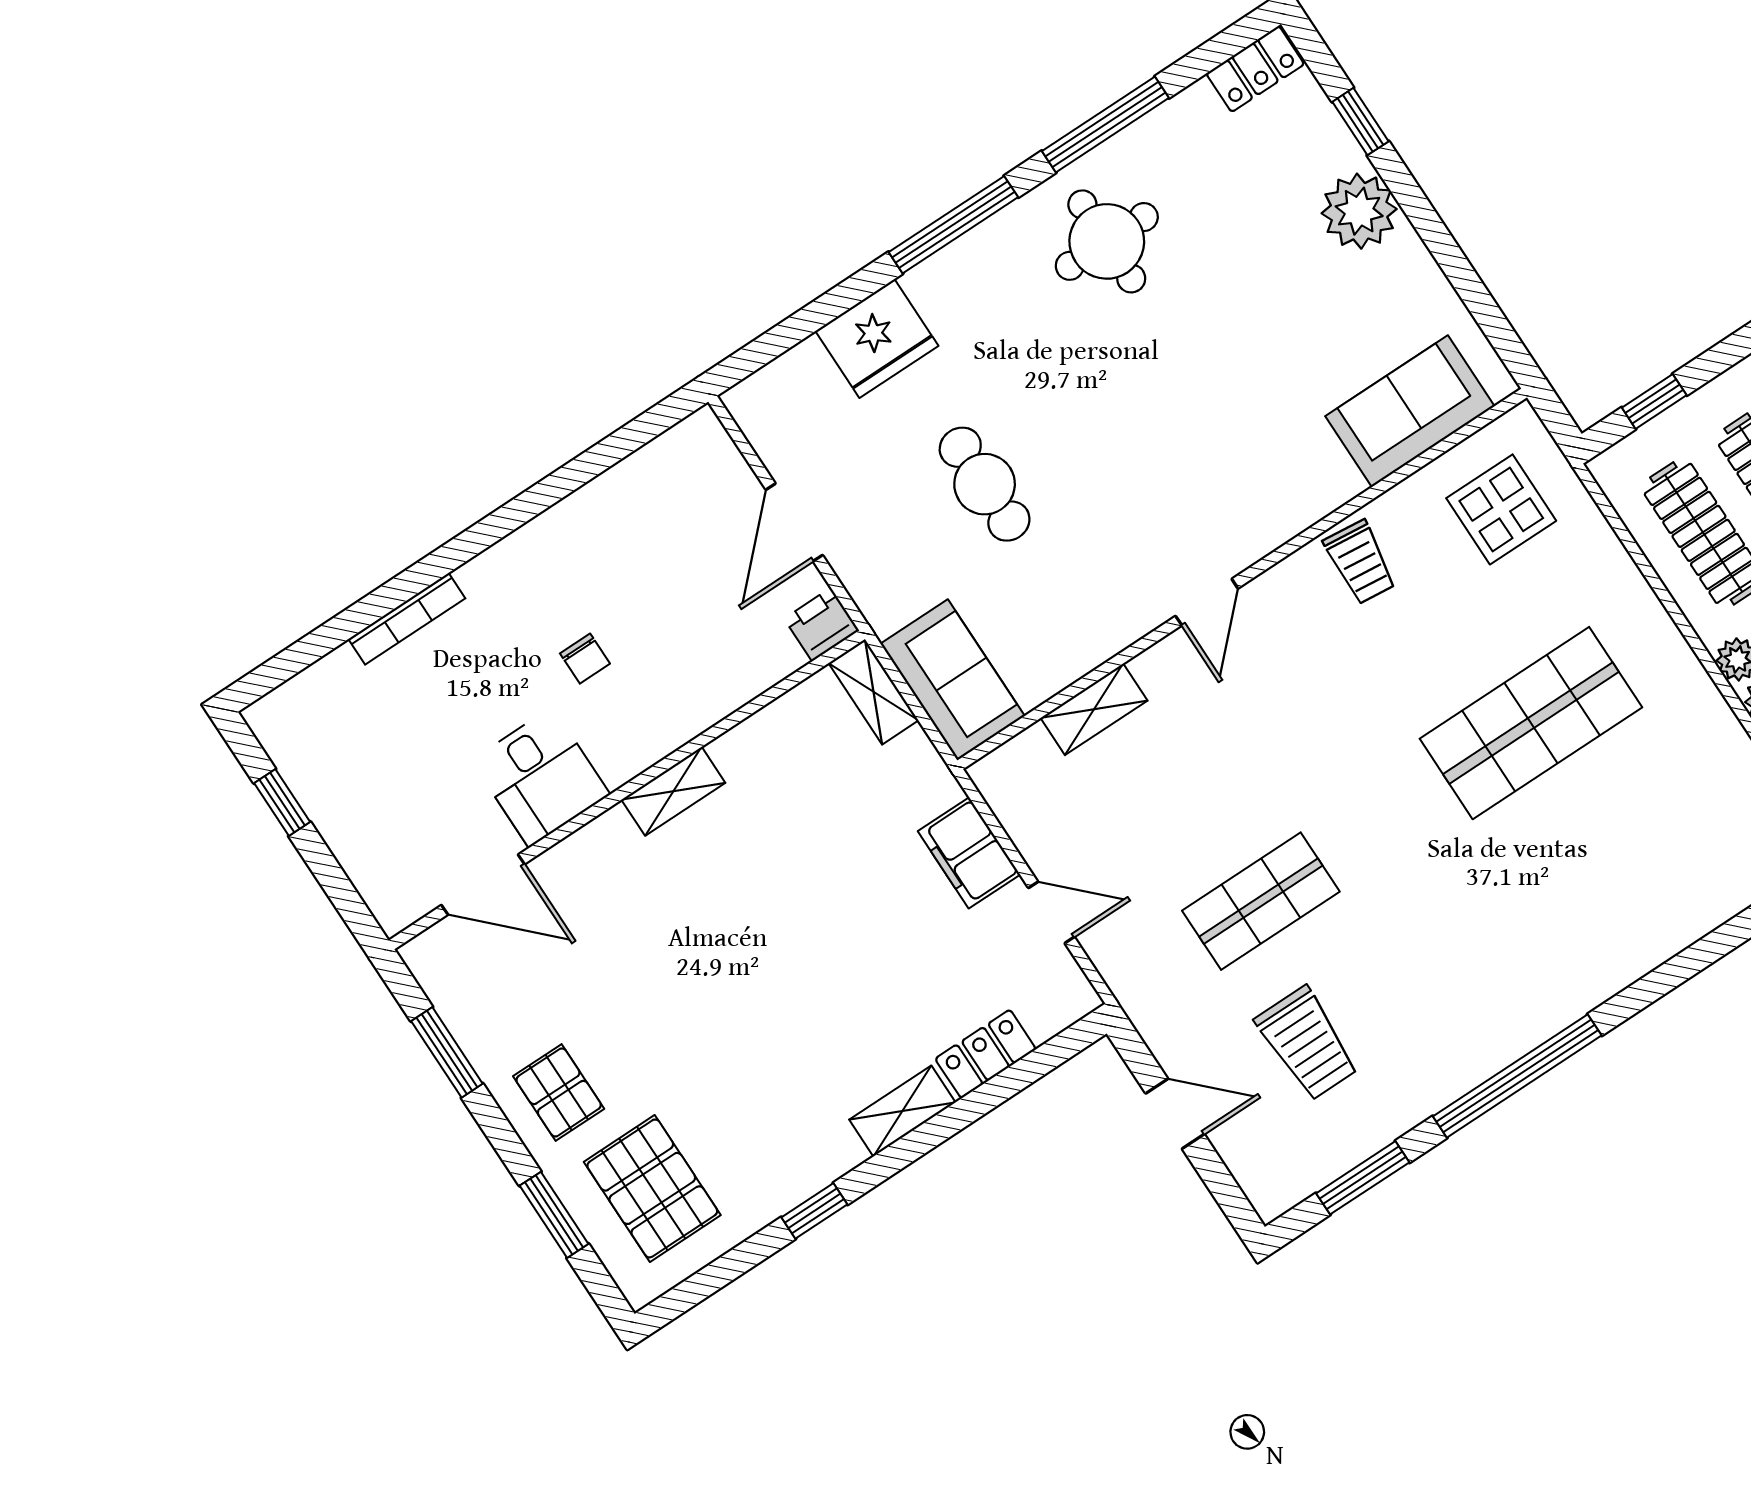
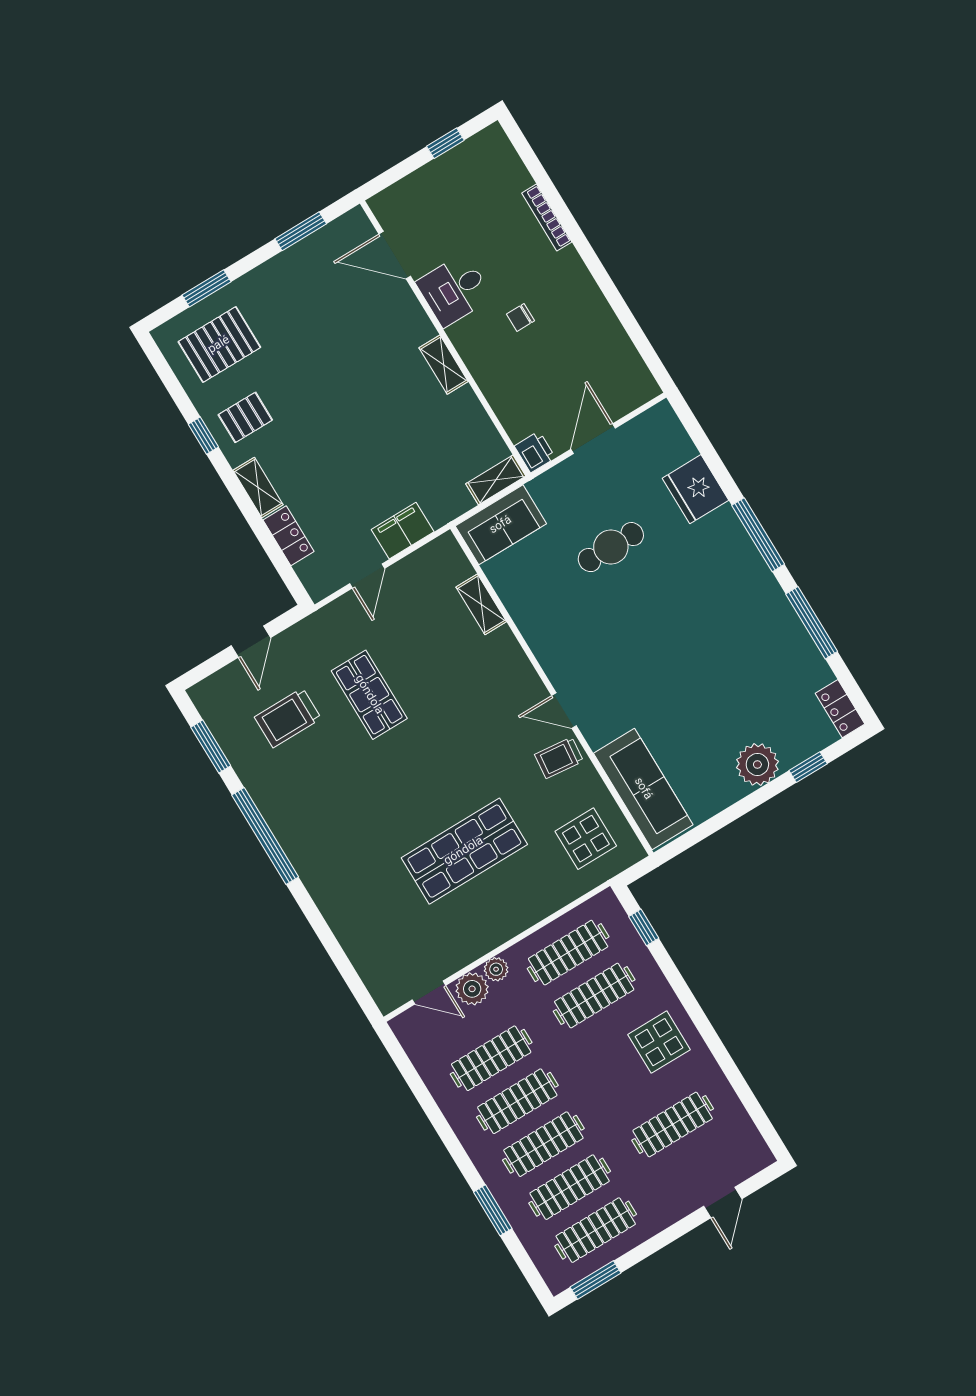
round table: (1107, 241) -> (746, 621), removed
sofa: (1410, 411) -> (643, 789), width x1.36
door: (794, 522) -> (593, 439), hinge flipped
door: (1207, 602) -> (564, 711), moved
shop shelf: (1531, 723) -> (464, 851), turned 90
door: (483, 885) -> (395, 255), hinge flipped
pallet: (559, 1092) -> (245, 417), moved

